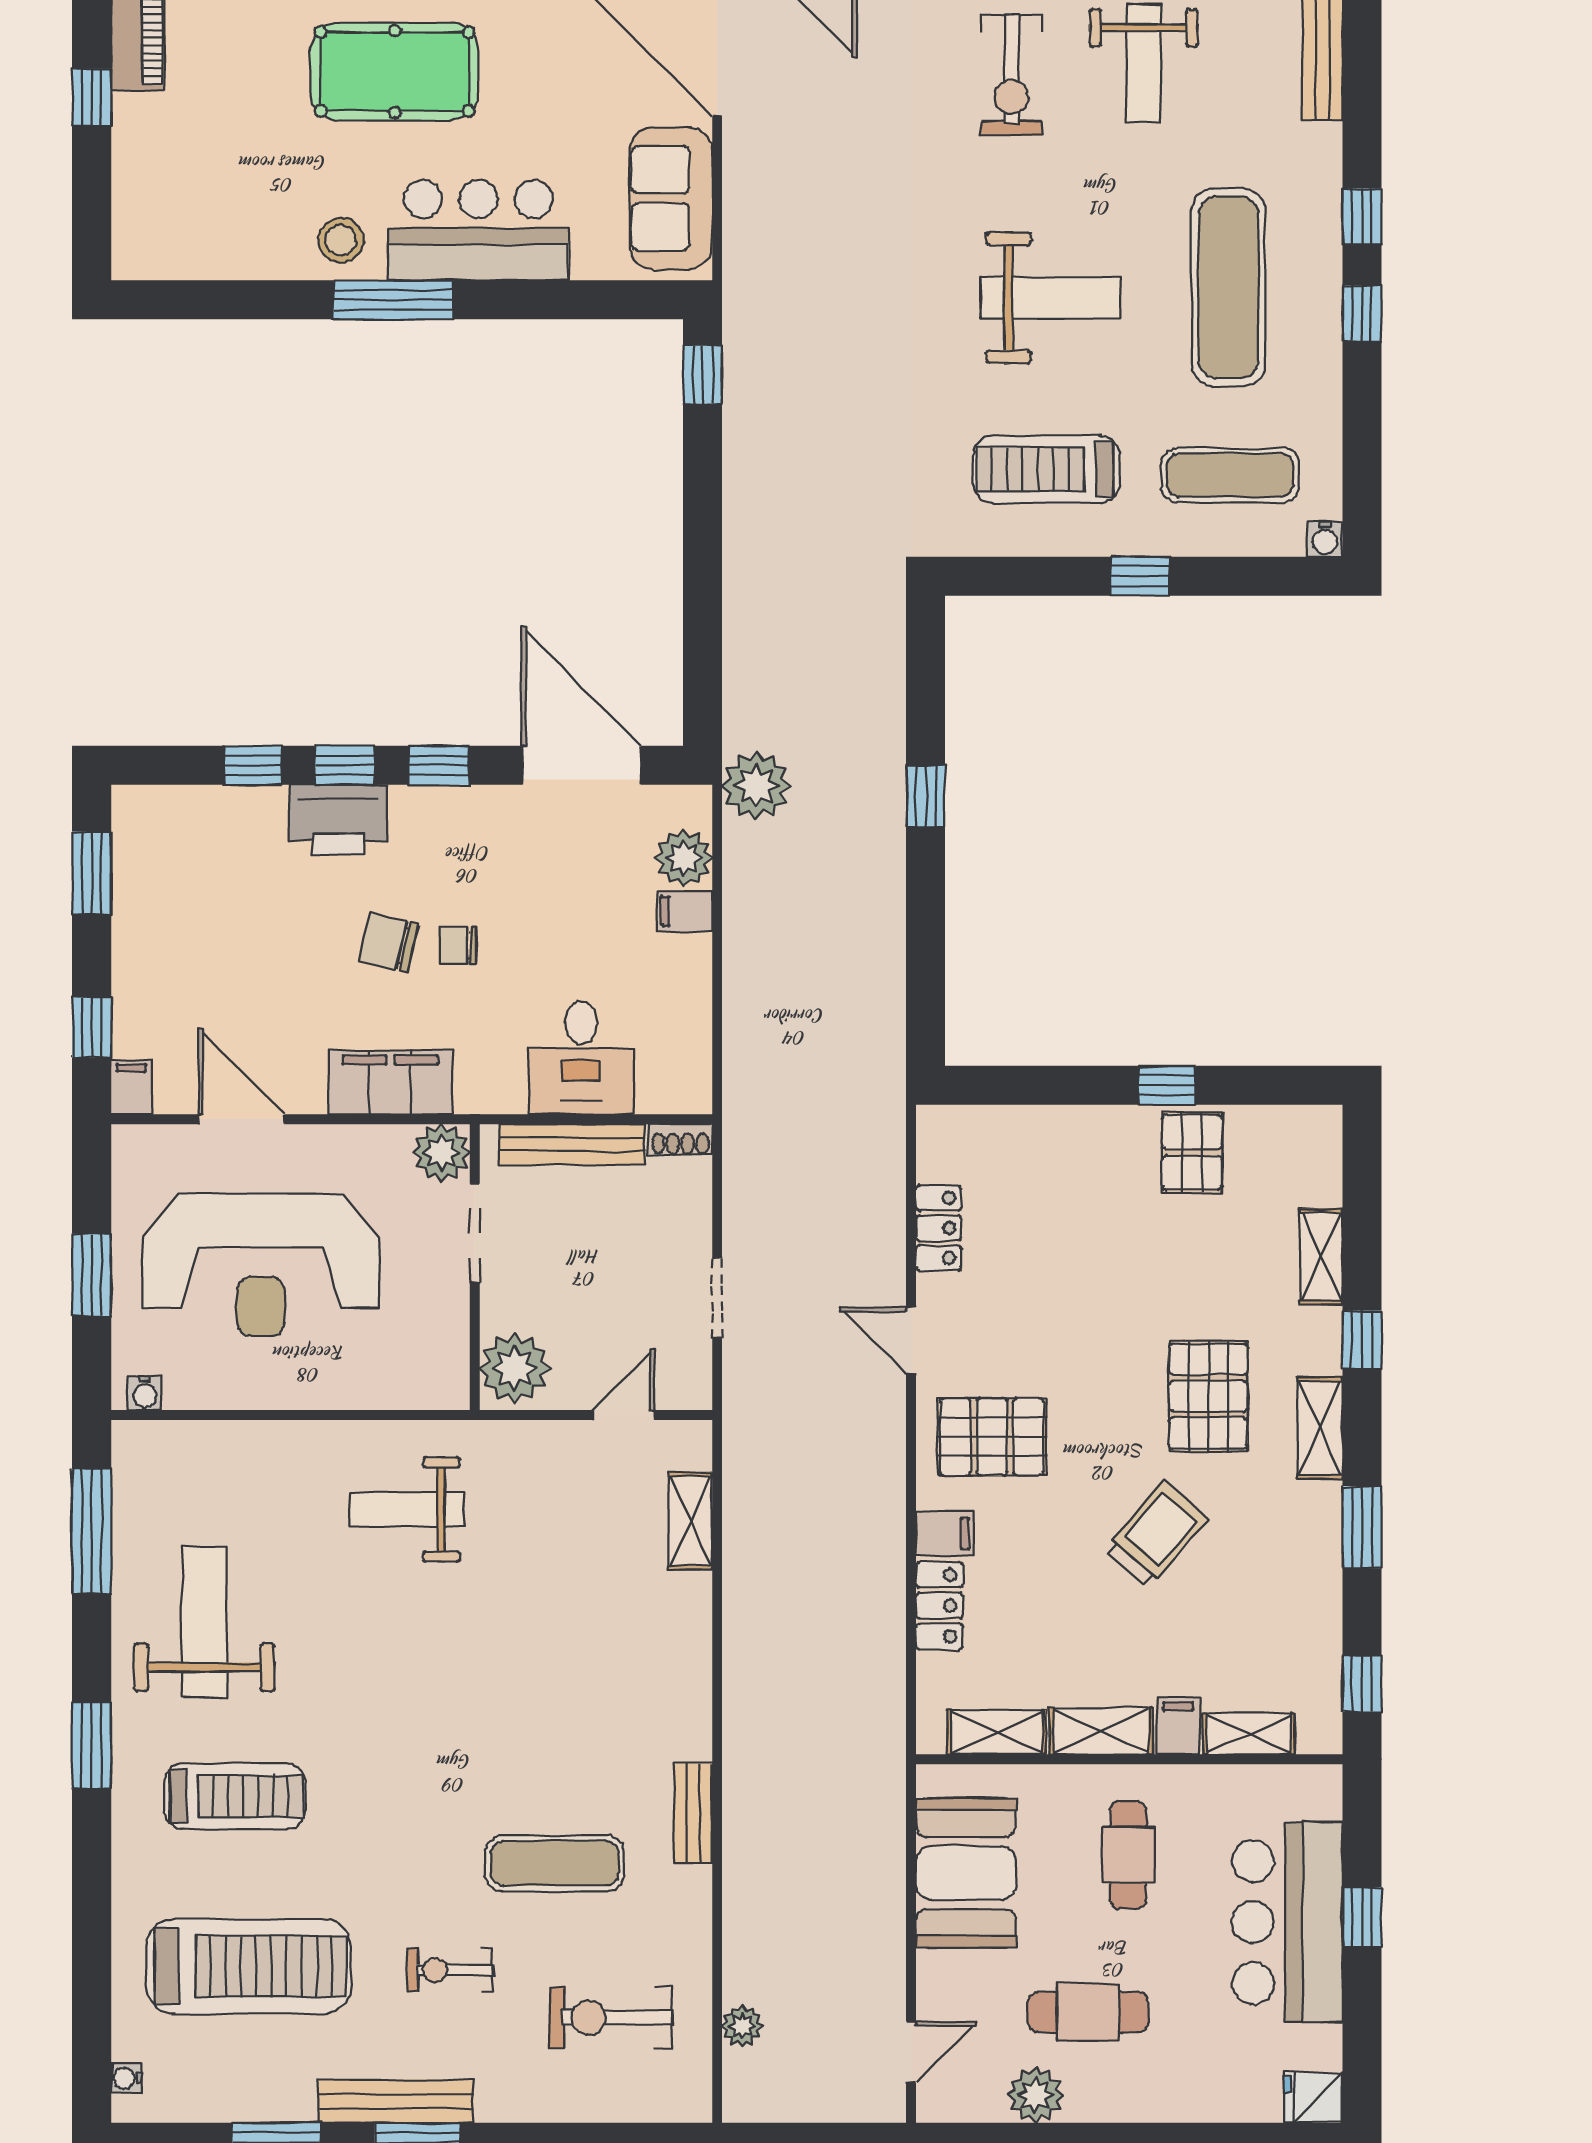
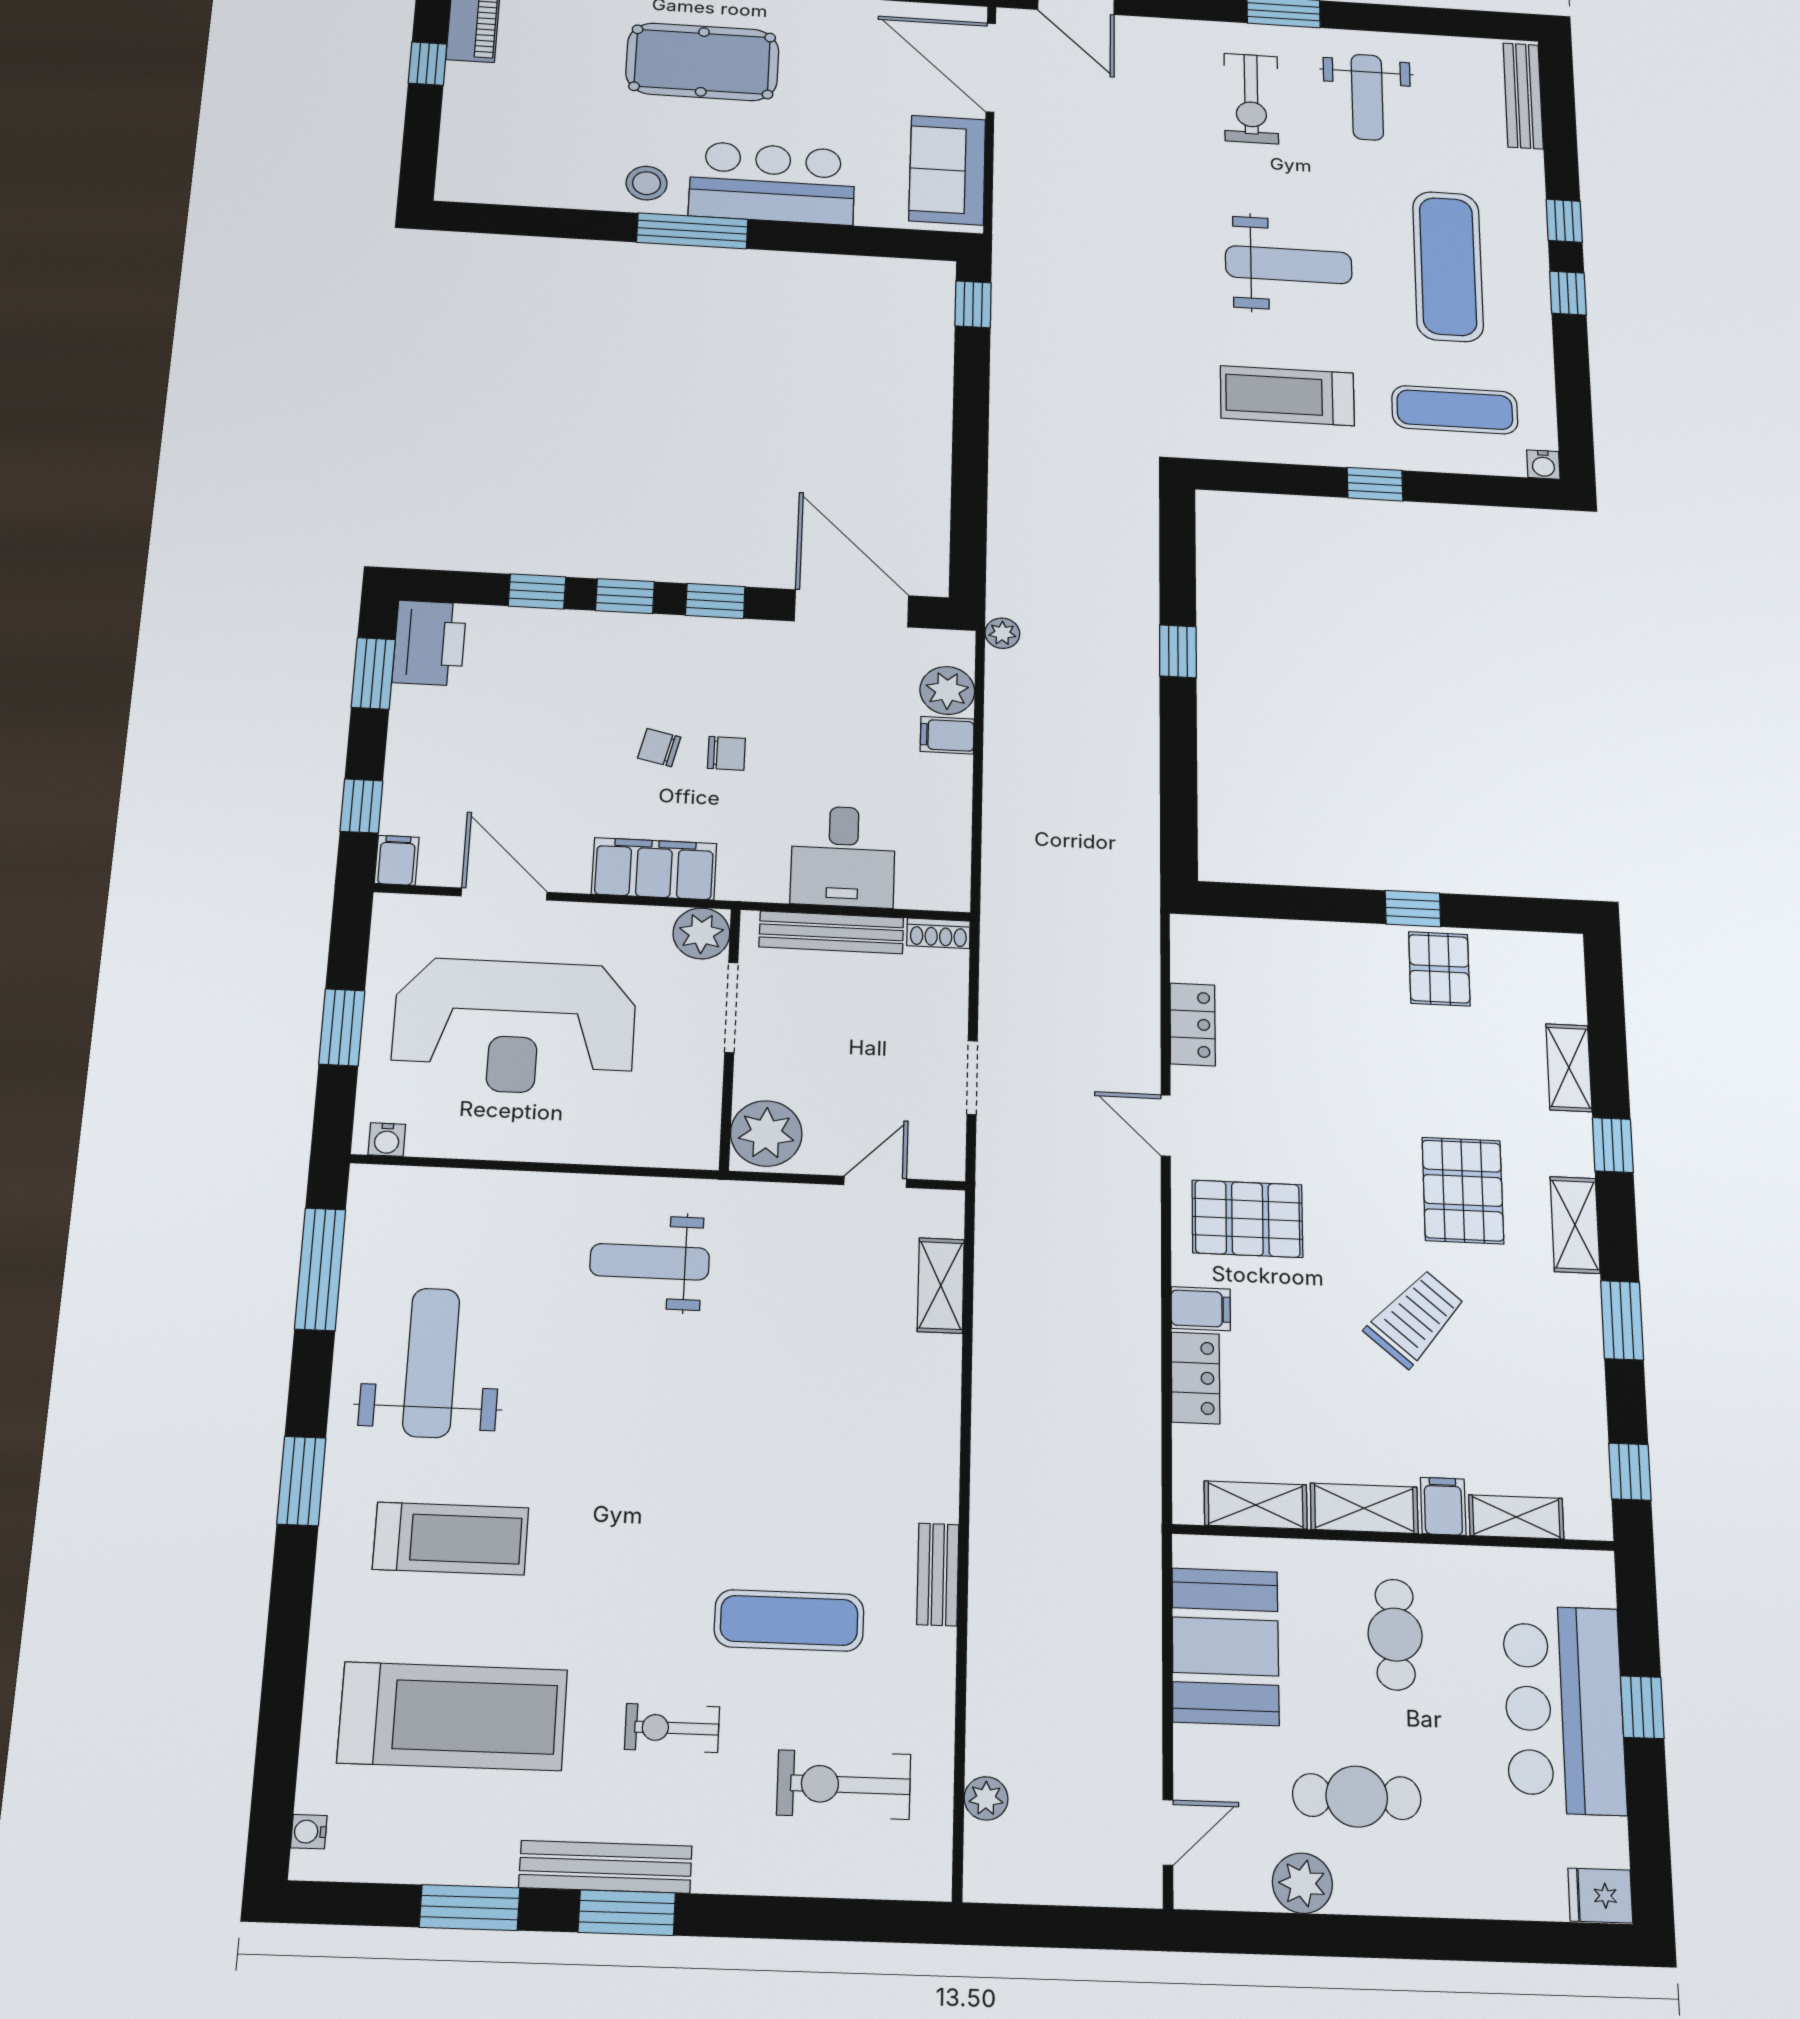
plant: (756, 786) -> (1002, 633), width x0.53, depth x0.53
printer: (338, 820) -> (429, 643), moved, turned -90
chair: (389, 943) -> (659, 748), width x0.73, depth x0.73
chair: (458, 945) -> (726, 753), turned 180

